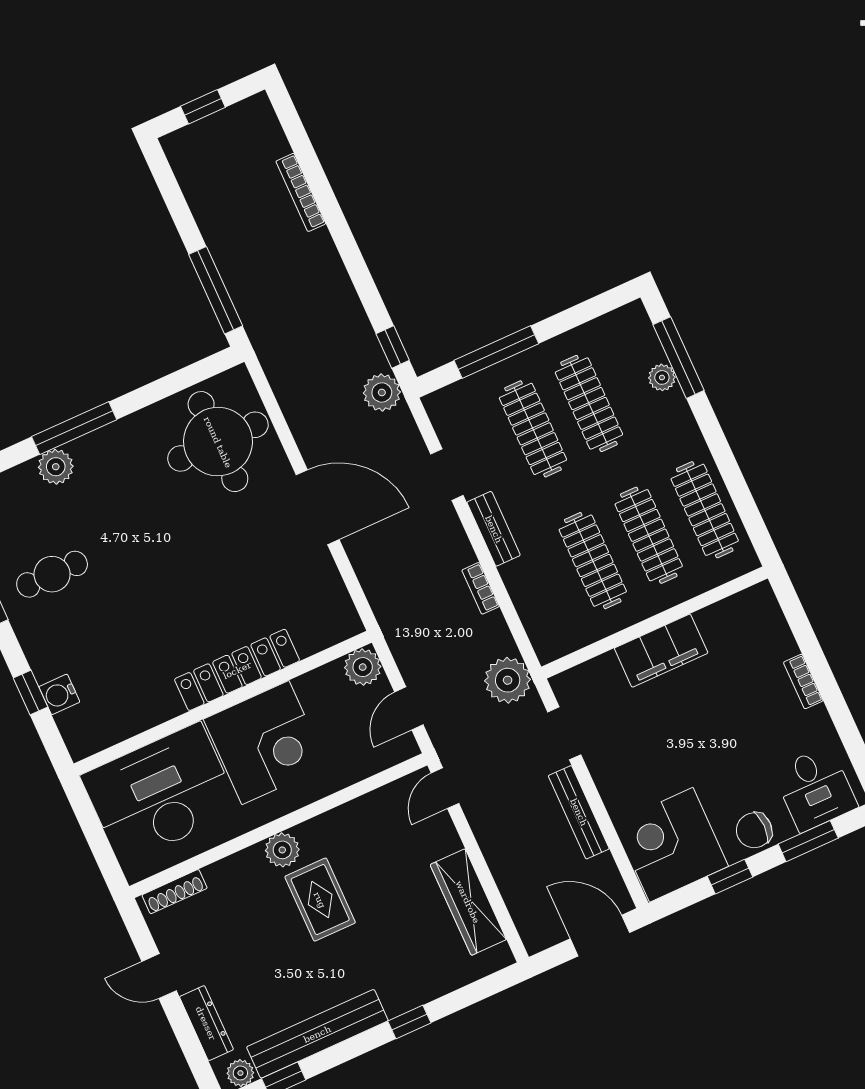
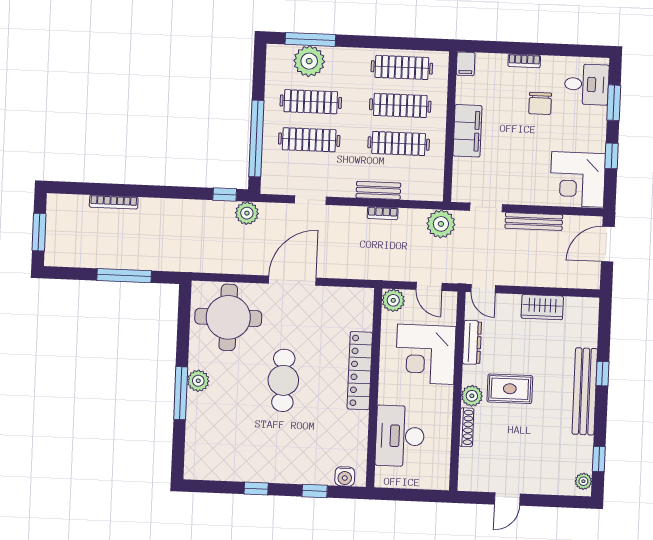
window: (203, 107) -> (39, 232), width x1.50
window: (216, 290) -> (124, 276), moved
window: (496, 352) -> (256, 139), width x1.46
plant: (662, 377) -> (309, 61), width x1.88, depth x1.88
plant: (56, 467) -> (198, 381), moved
bench: (494, 529) -> (378, 190), moved
cafe table: (52, 574) -> (283, 380), moved, width x1.37, depth x1.35
filing cabinet: (756, 599) -> (466, 64), added
water cooler: (59, 694) -> (345, 476), moved
corner desk: (265, 743) -> (426, 354), moved, turned 180
desk: (161, 793) -> (400, 436), width x0.73, depth x0.77
chair: (754, 830) -> (540, 103), moved
shoe rack: (175, 892) -> (466, 427), moved
wardrobe: (468, 902) -> (542, 307), width x0.67
dresser: (206, 1023) -> (472, 342), moved, turned 90
bench: (317, 1034) -> (585, 391), moved

